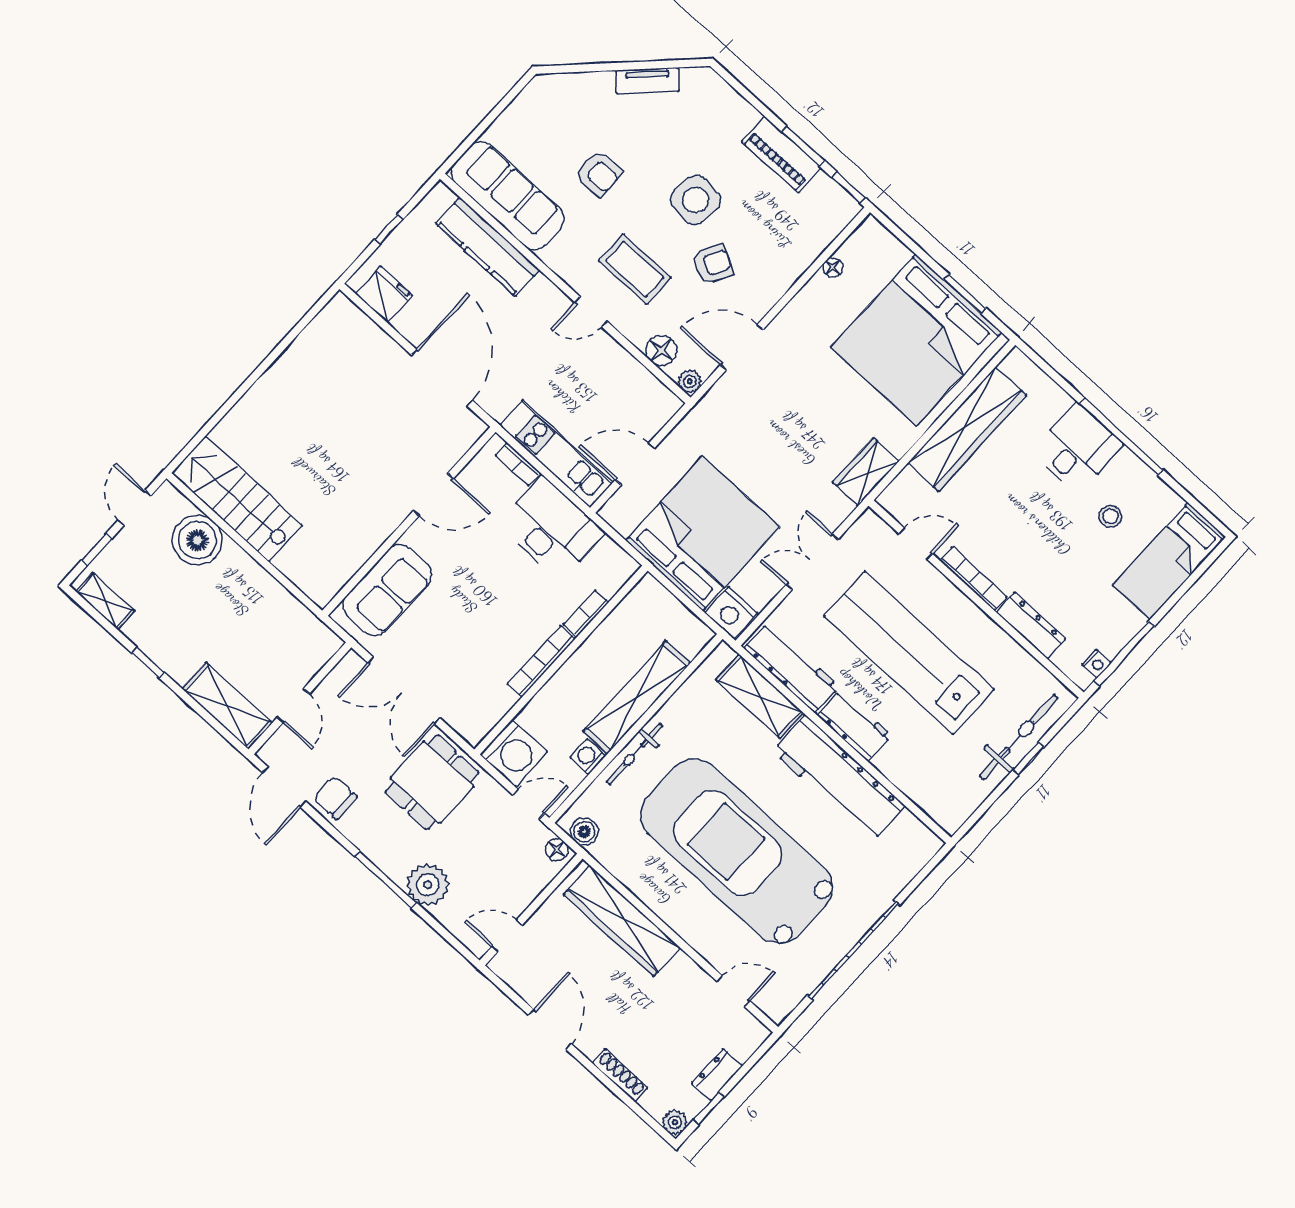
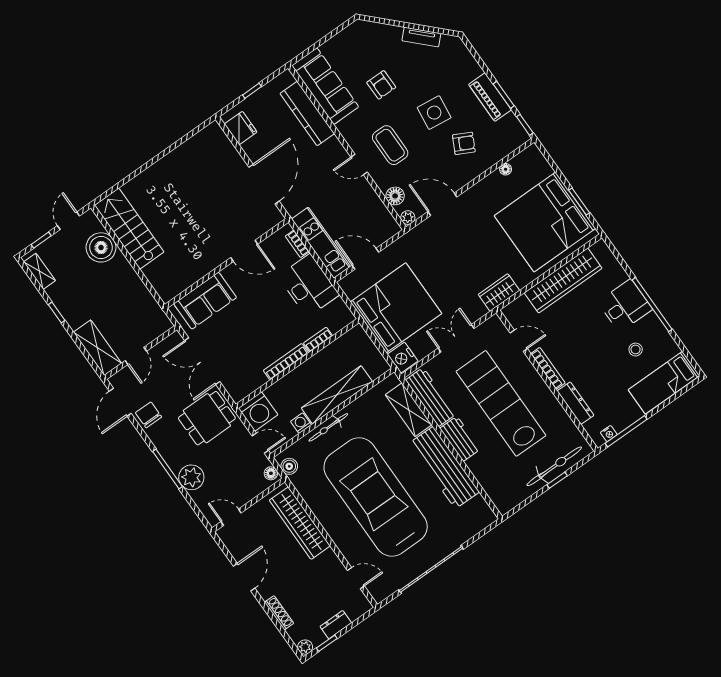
armchair: (713, 264) -> (464, 143), moved

